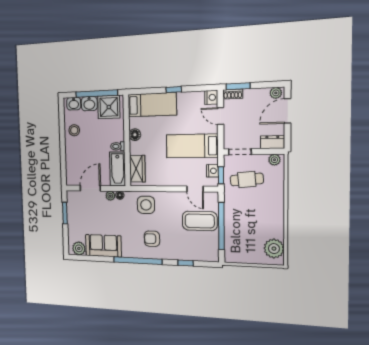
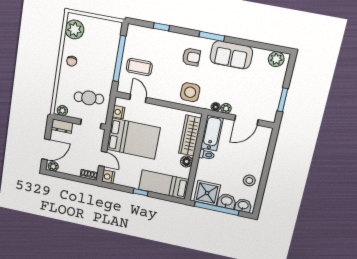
window: (238, 86) -> (83, 180), removed
bed: (192, 146) -> (133, 139), width x1.50
wardrobe: (137, 169) -> (190, 136), width x1.50
window: (221, 175) -> (111, 106), removed
chair: (272, 215) -> (72, 61), added
coffee table: (200, 221) -> (139, 67), width x0.73, depth x0.76
sofa: (103, 246) -> (231, 55), moved
window: (138, 261) -> (212, 36), width x0.47

